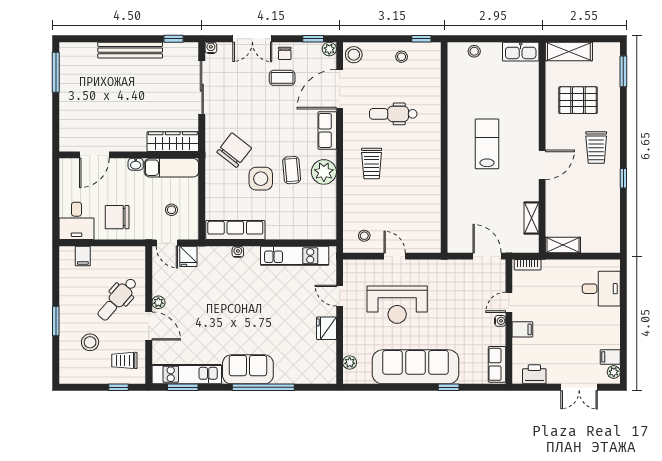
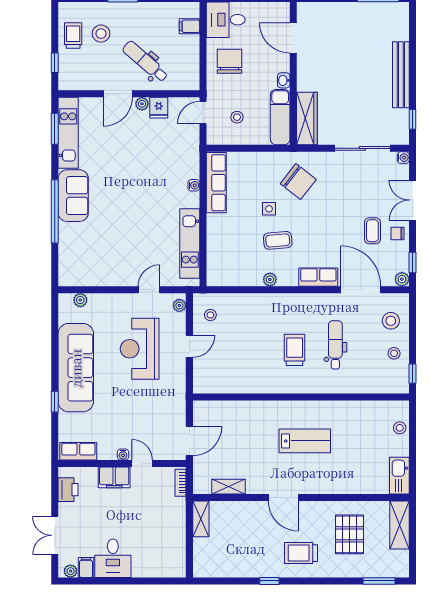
stool: (354, 55) -> (391, 321), moved
trolley: (372, 163) -> (295, 350), moved, turned 90
plant: (324, 172) -> (270, 279), width x0.53, depth x0.53
side table: (261, 179) -> (269, 209), width x0.54, depth x0.54
fridge: (188, 256) -> (159, 108), moved, turned -90
plant: (355, 266) -> (179, 305), added
desk: (601, 289) -> (113, 558), moved
fridge: (326, 328) -> (115, 276), removed
filing cabinet: (522, 329) -> (114, 477), width x2.00
trolley: (124, 360) -> (73, 36), moved

